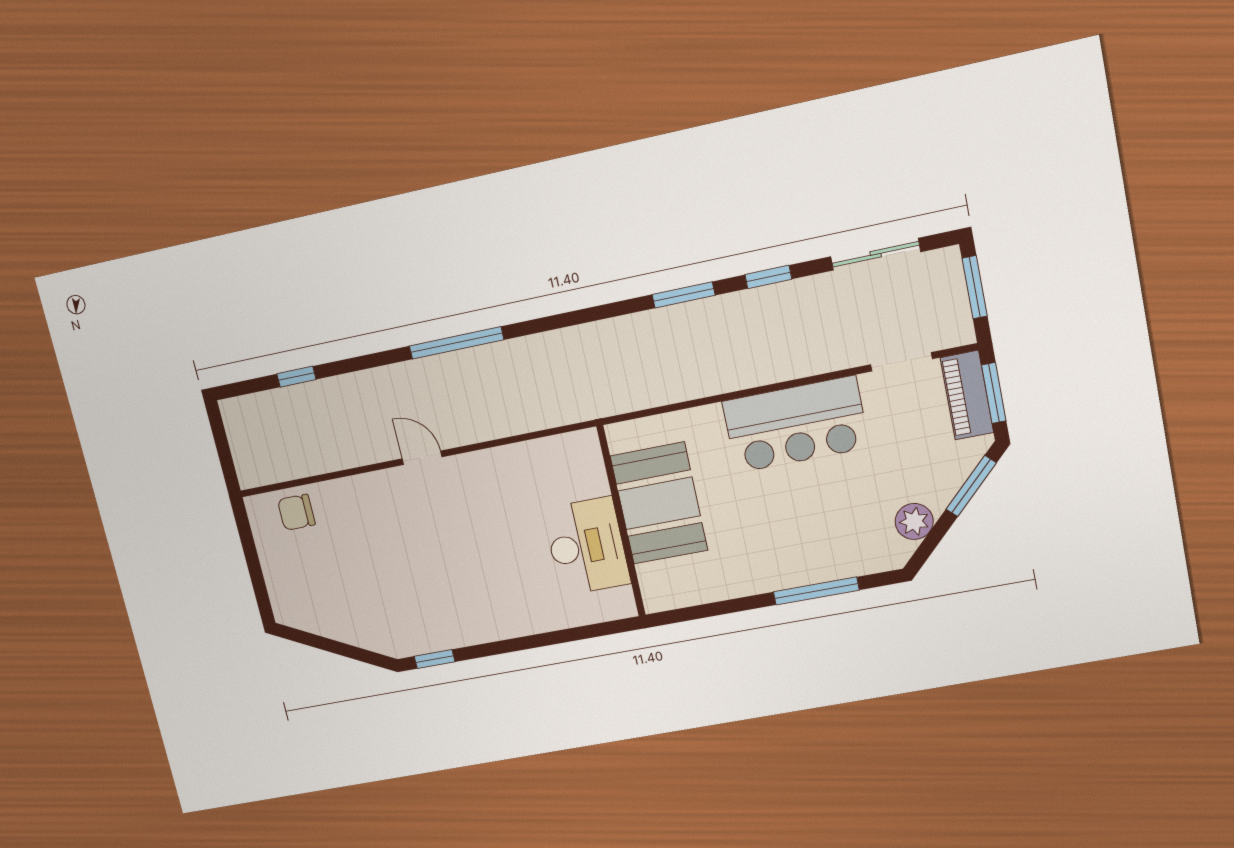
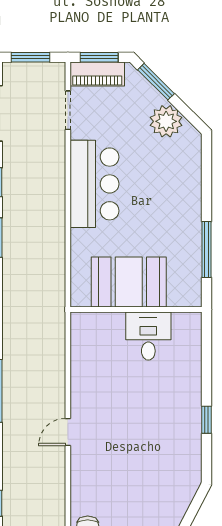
plant: (914, 521) -> (166, 121), width x1.36, depth x1.36
desk: (587, 546) -> (148, 336), width x0.73
window: (816, 591) -> (206, 249), moved
window: (435, 659) -> (206, 420), moved

